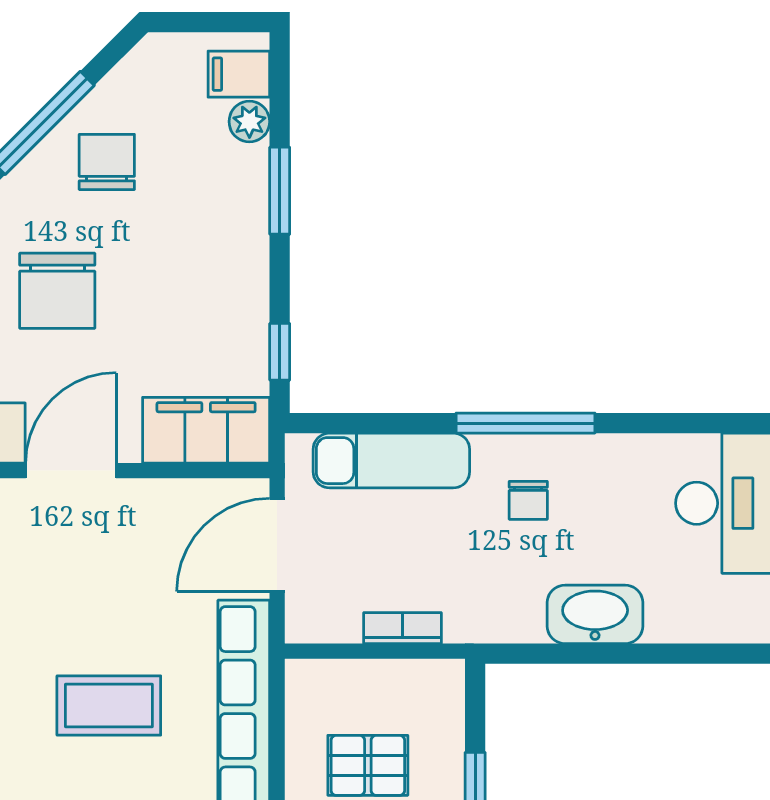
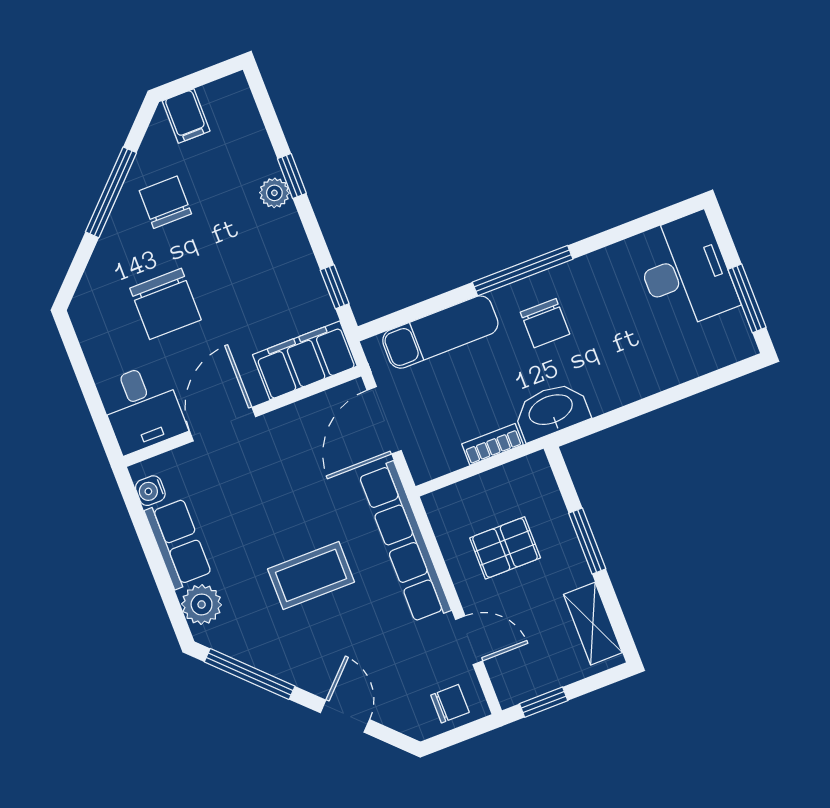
filing cabinet: (239, 74) -> (186, 116), moved, turned -90
plant: (249, 122) -> (274, 193), moved
window: (280, 191) -> (292, 176), width x0.67
chair: (528, 500) -> (545, 323), width x1.37, depth x1.37
washbasin: (595, 614) -> (551, 411), moved

